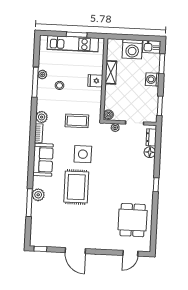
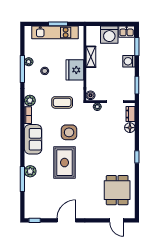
fridge: (95, 81) -> (75, 70), width x1.88, depth x1.34
door: (75, 251) -> (66, 220), swing flipped
door: (130, 253) -> (117, 220), hinge flipped

